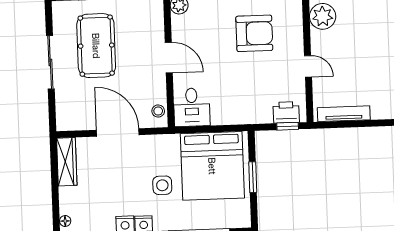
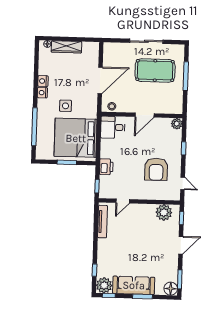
door: (308, 66) -> (123, 201), moved
printer: (286, 112) -> (106, 167), moved
wardrobe: (67, 162) -> (66, 47), moved

